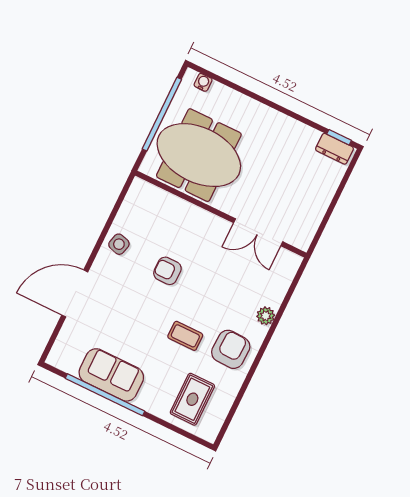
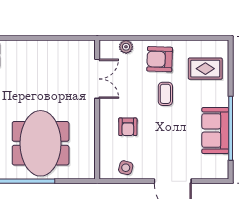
wall: (221, 214) -> (97, 110), moved
double door: (258, 232) -> (97, 79), moved

